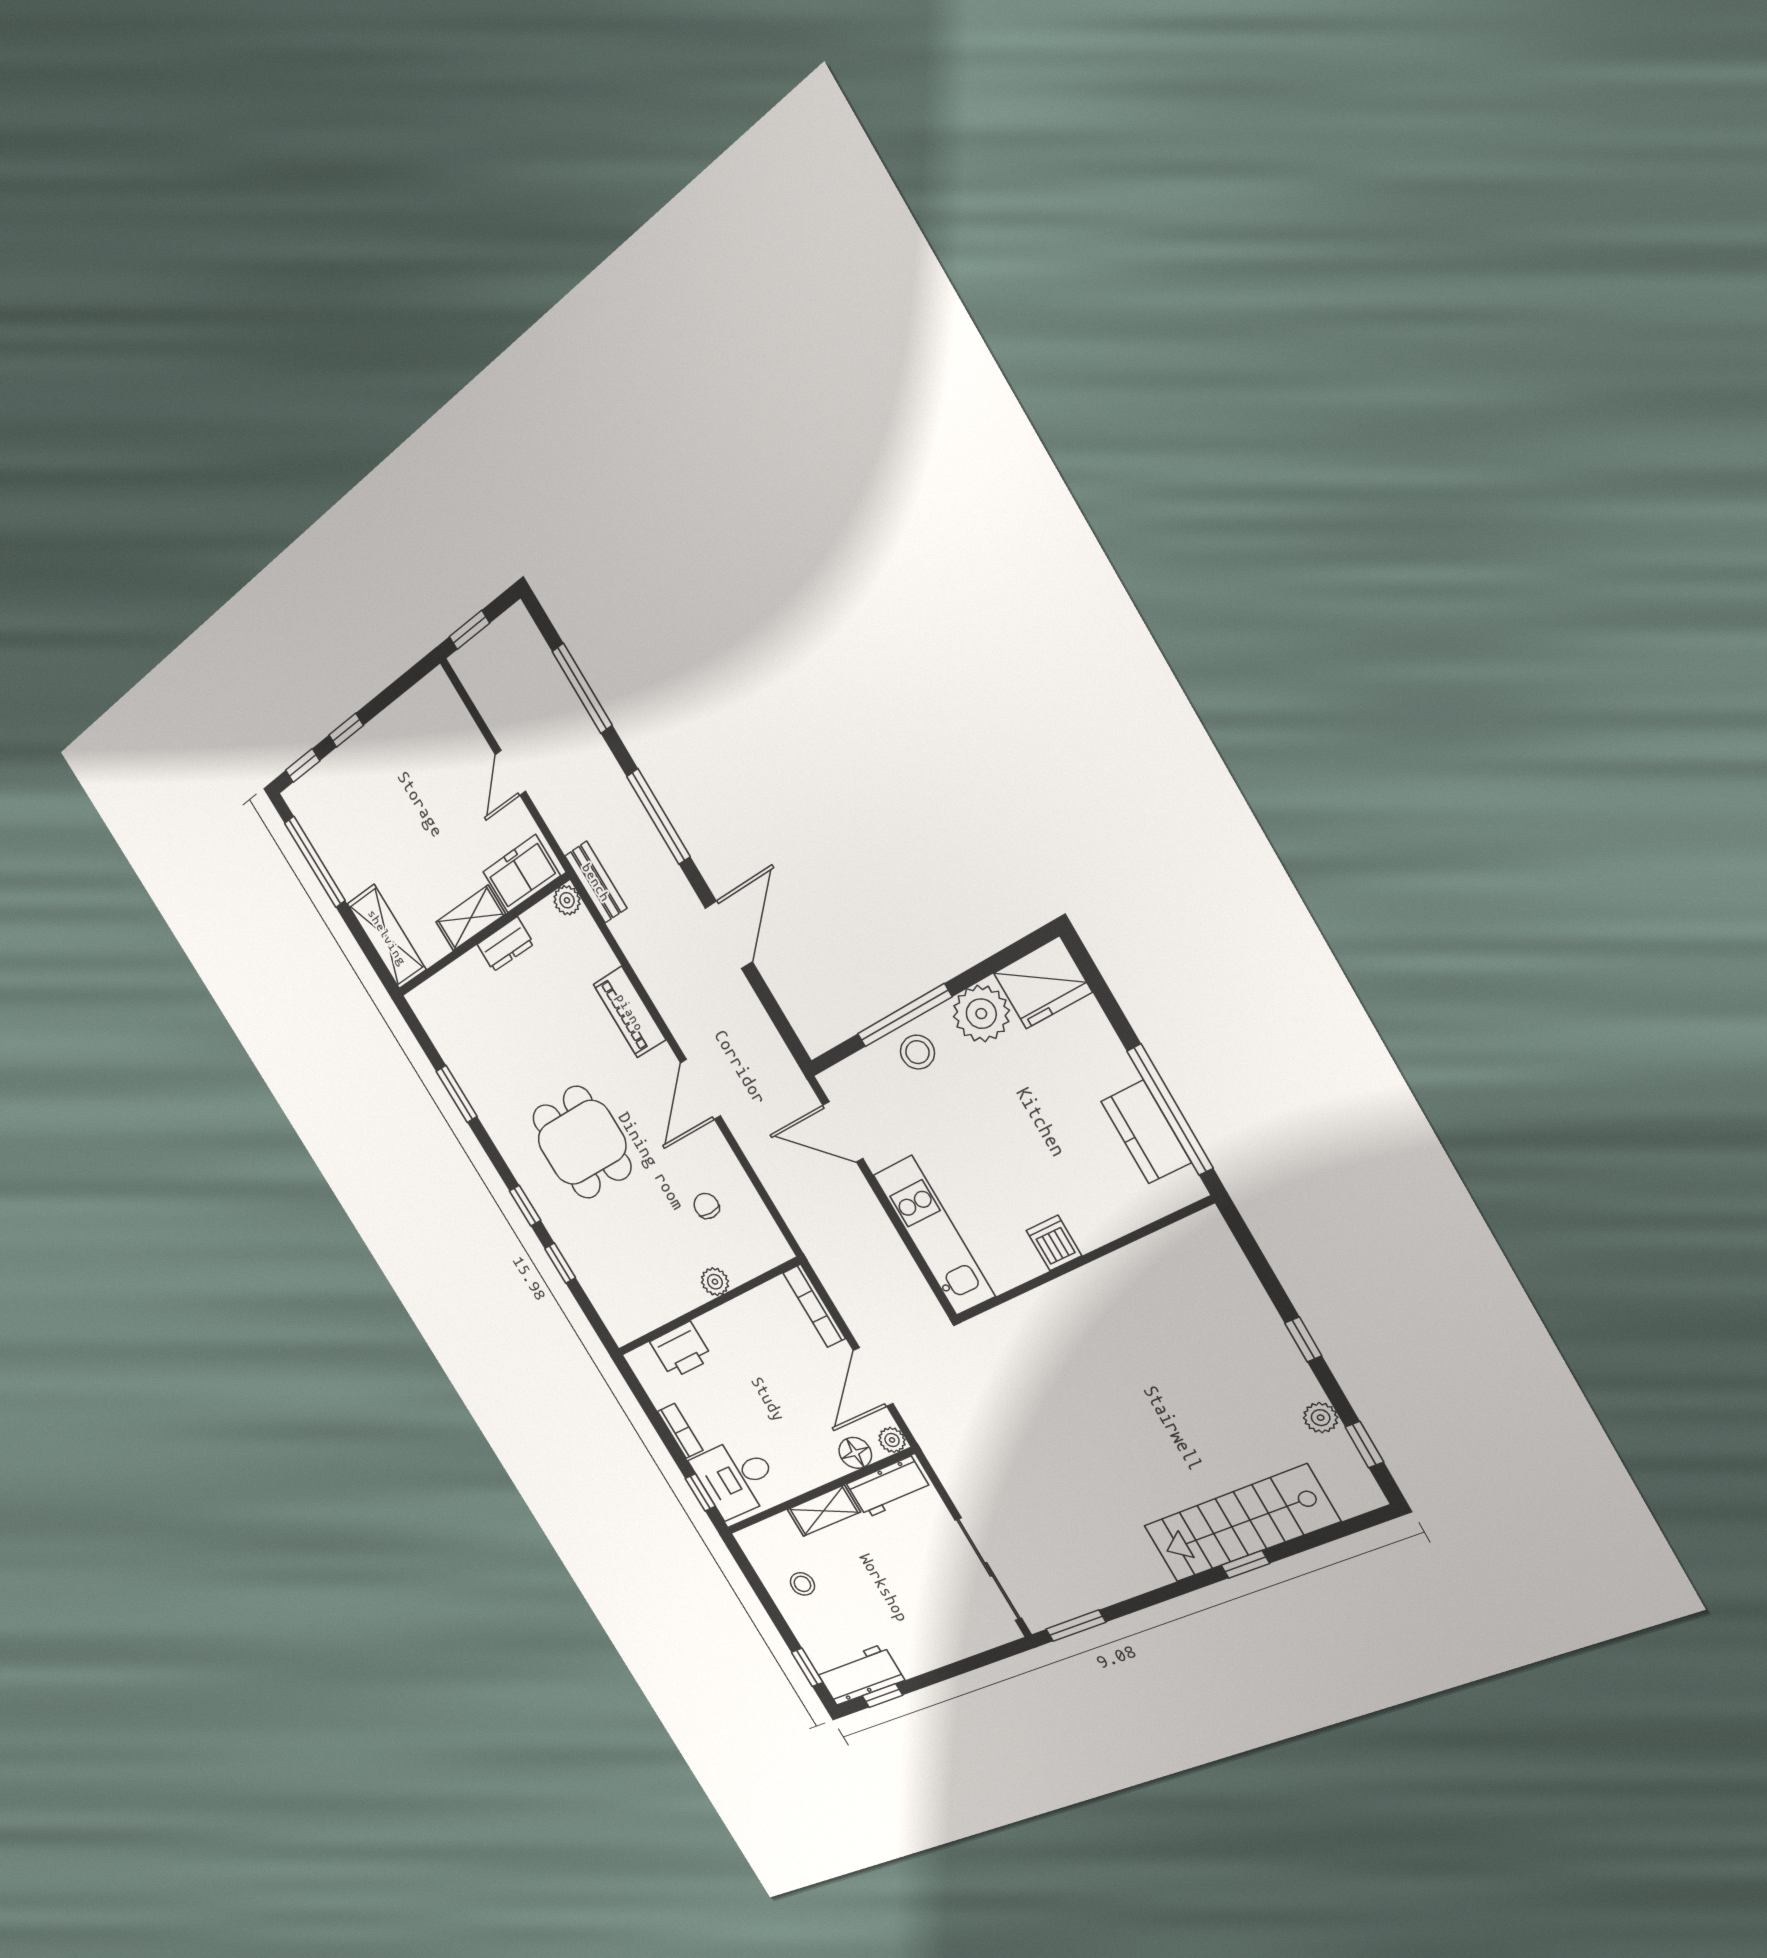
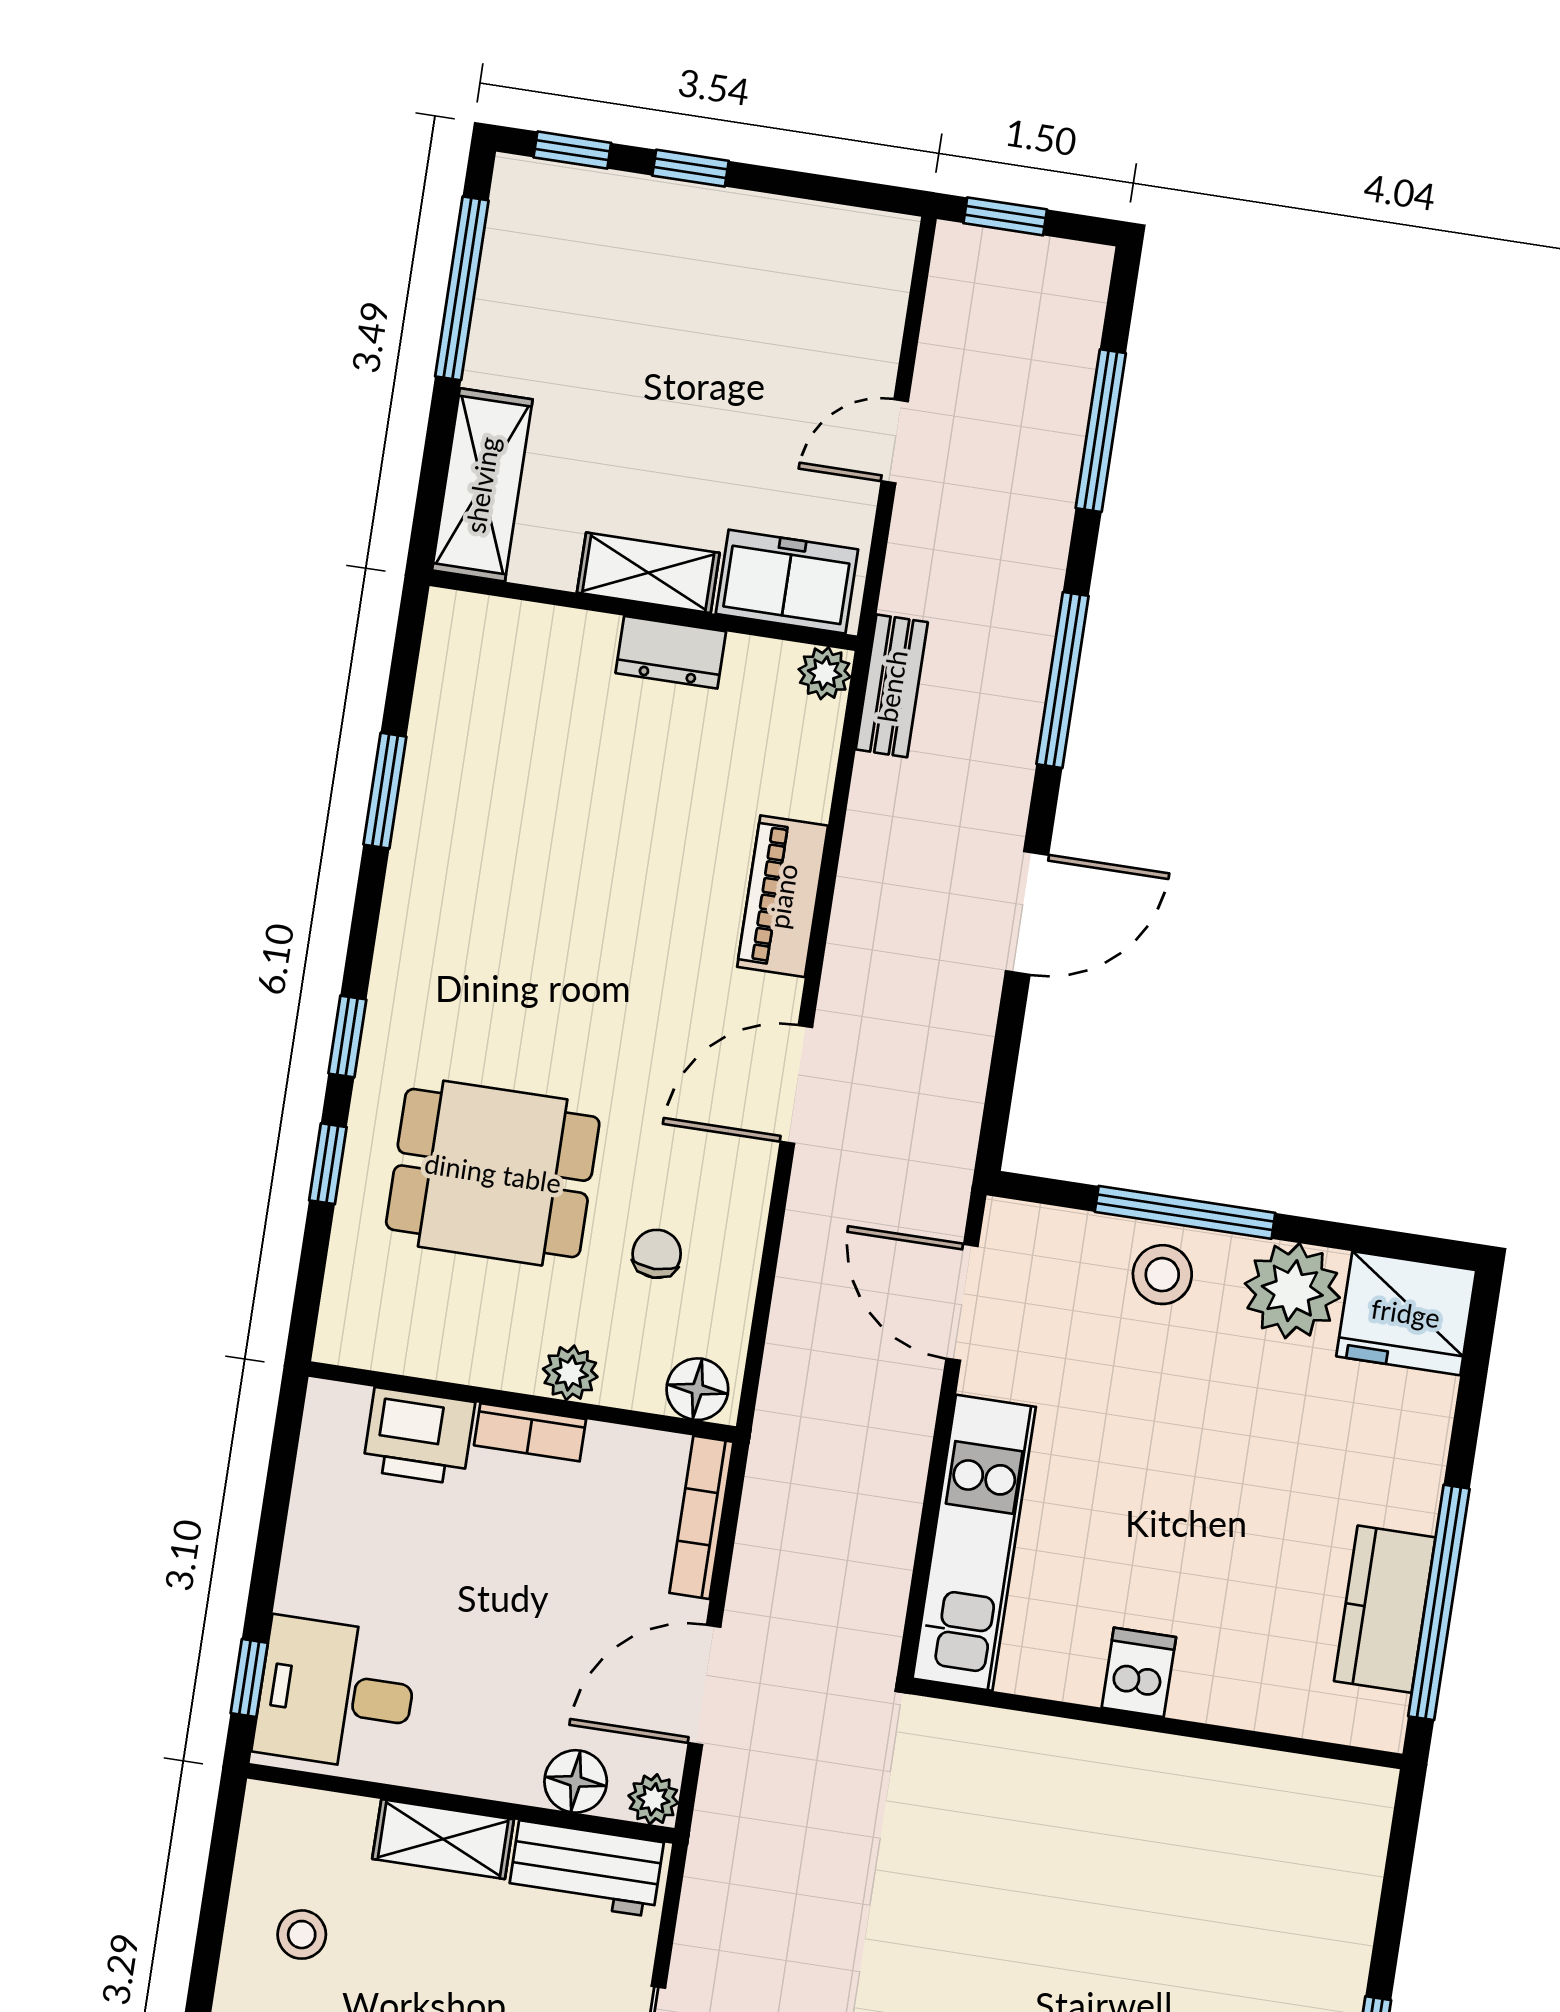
dining table: (582, 1143) -> (493, 1173), moved, turned 90
floor lamp: (768, 1252) -> (697, 1389), added
bookcase: (680, 1431) -> (530, 1432), moved, turned 90

